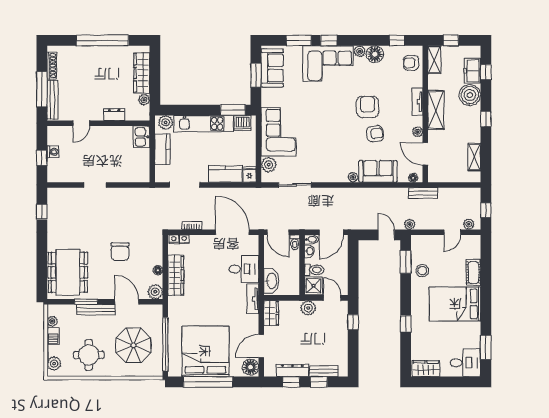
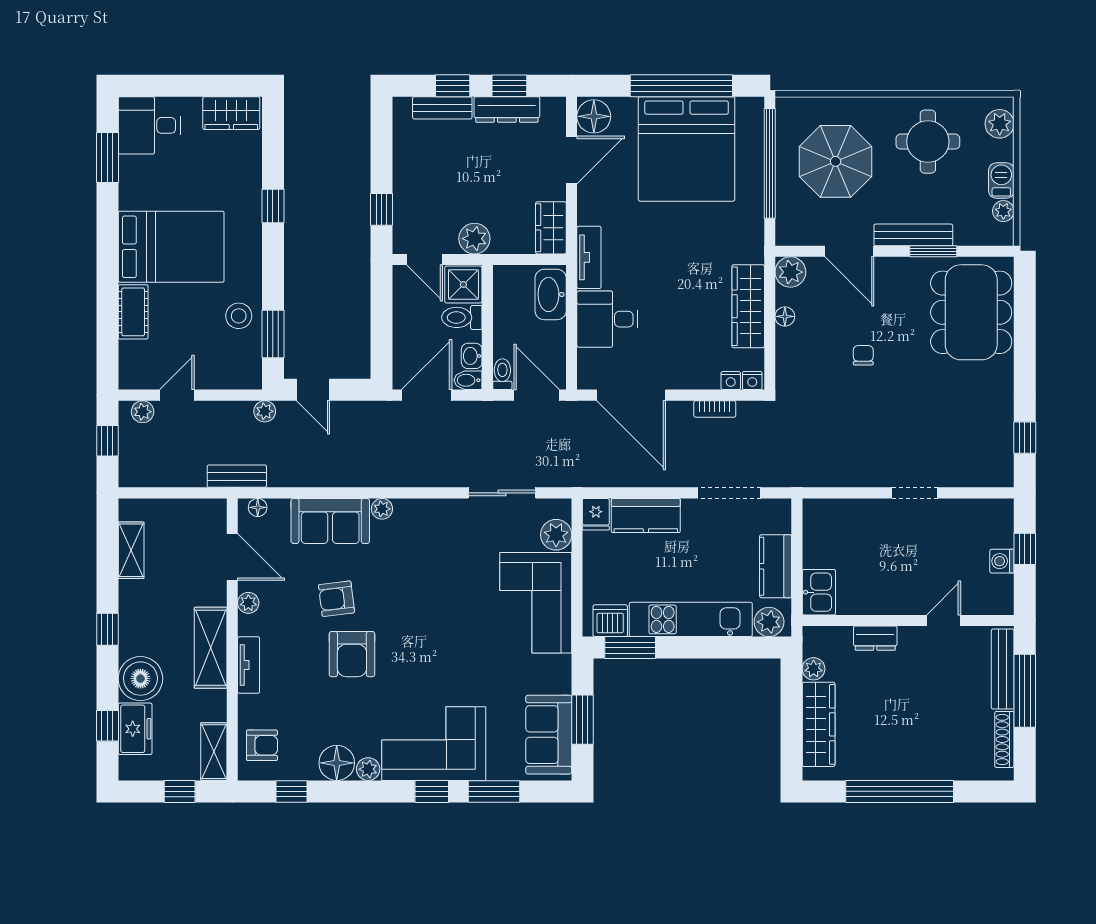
chair: (120, 252) -> (863, 355), width x0.54, depth x0.54

